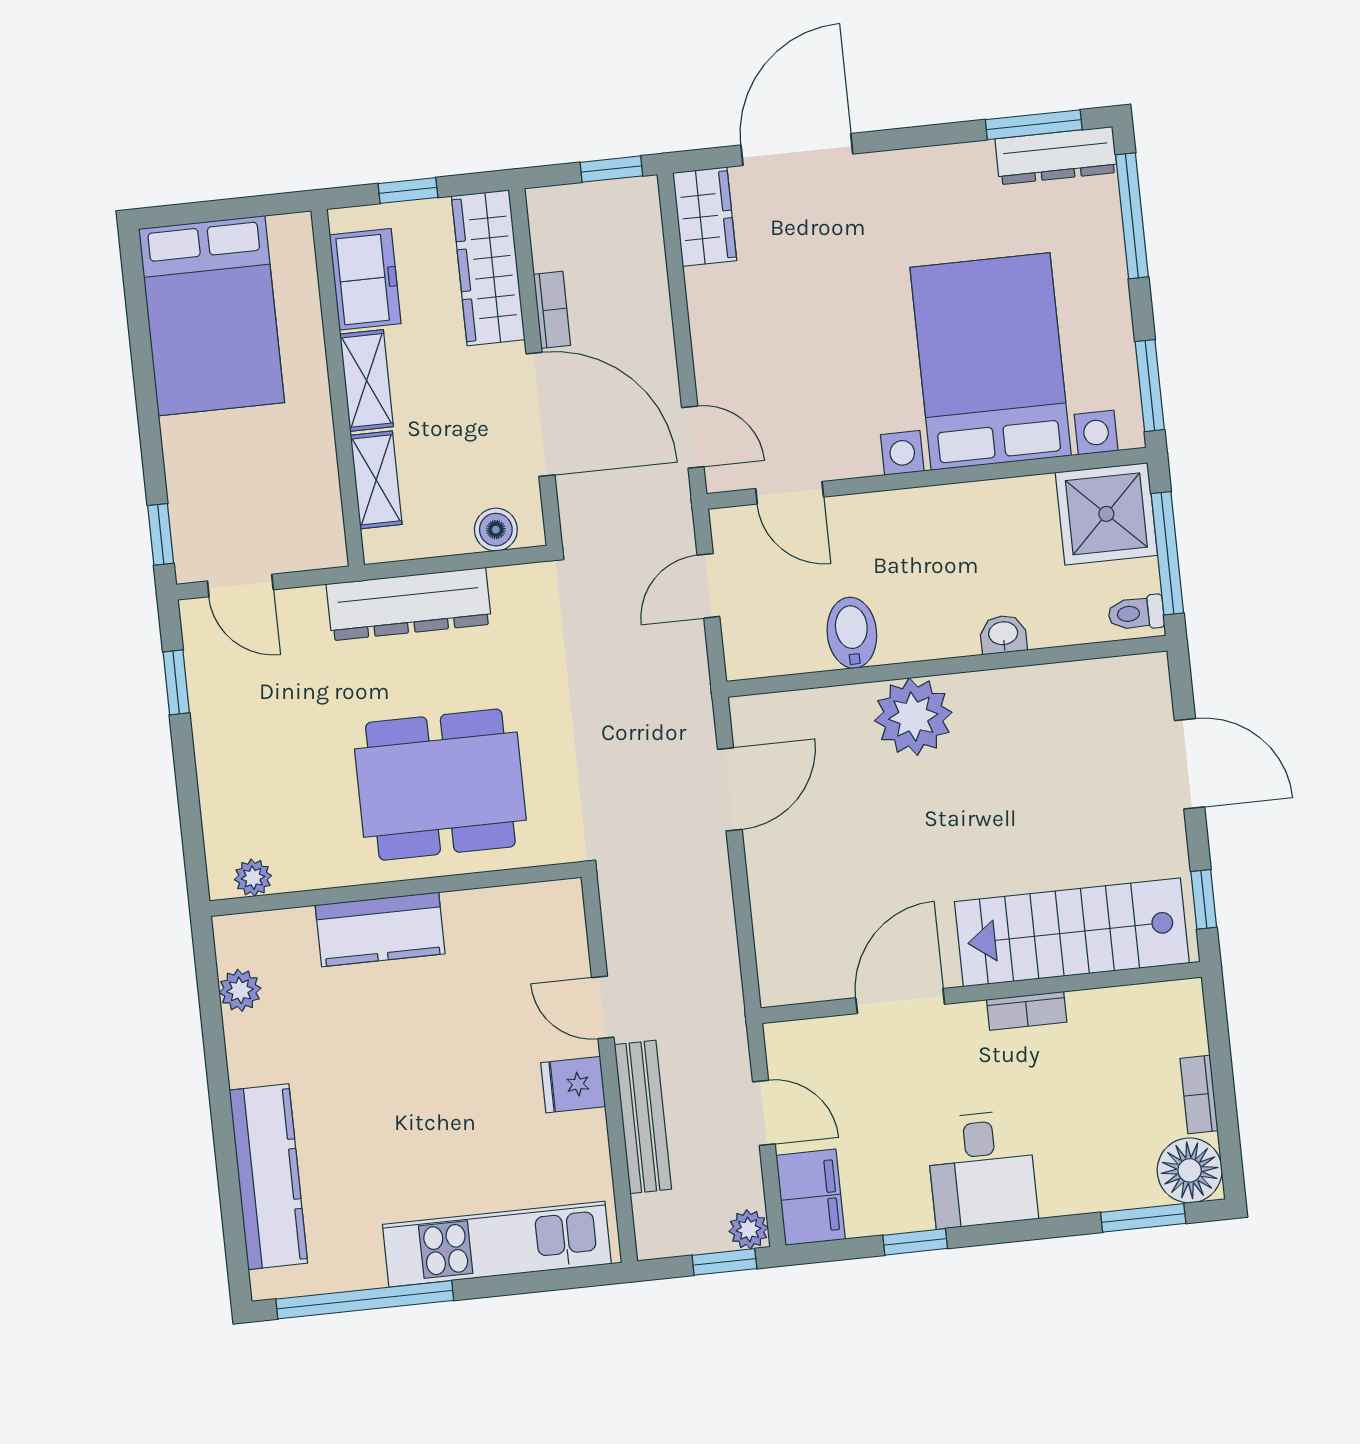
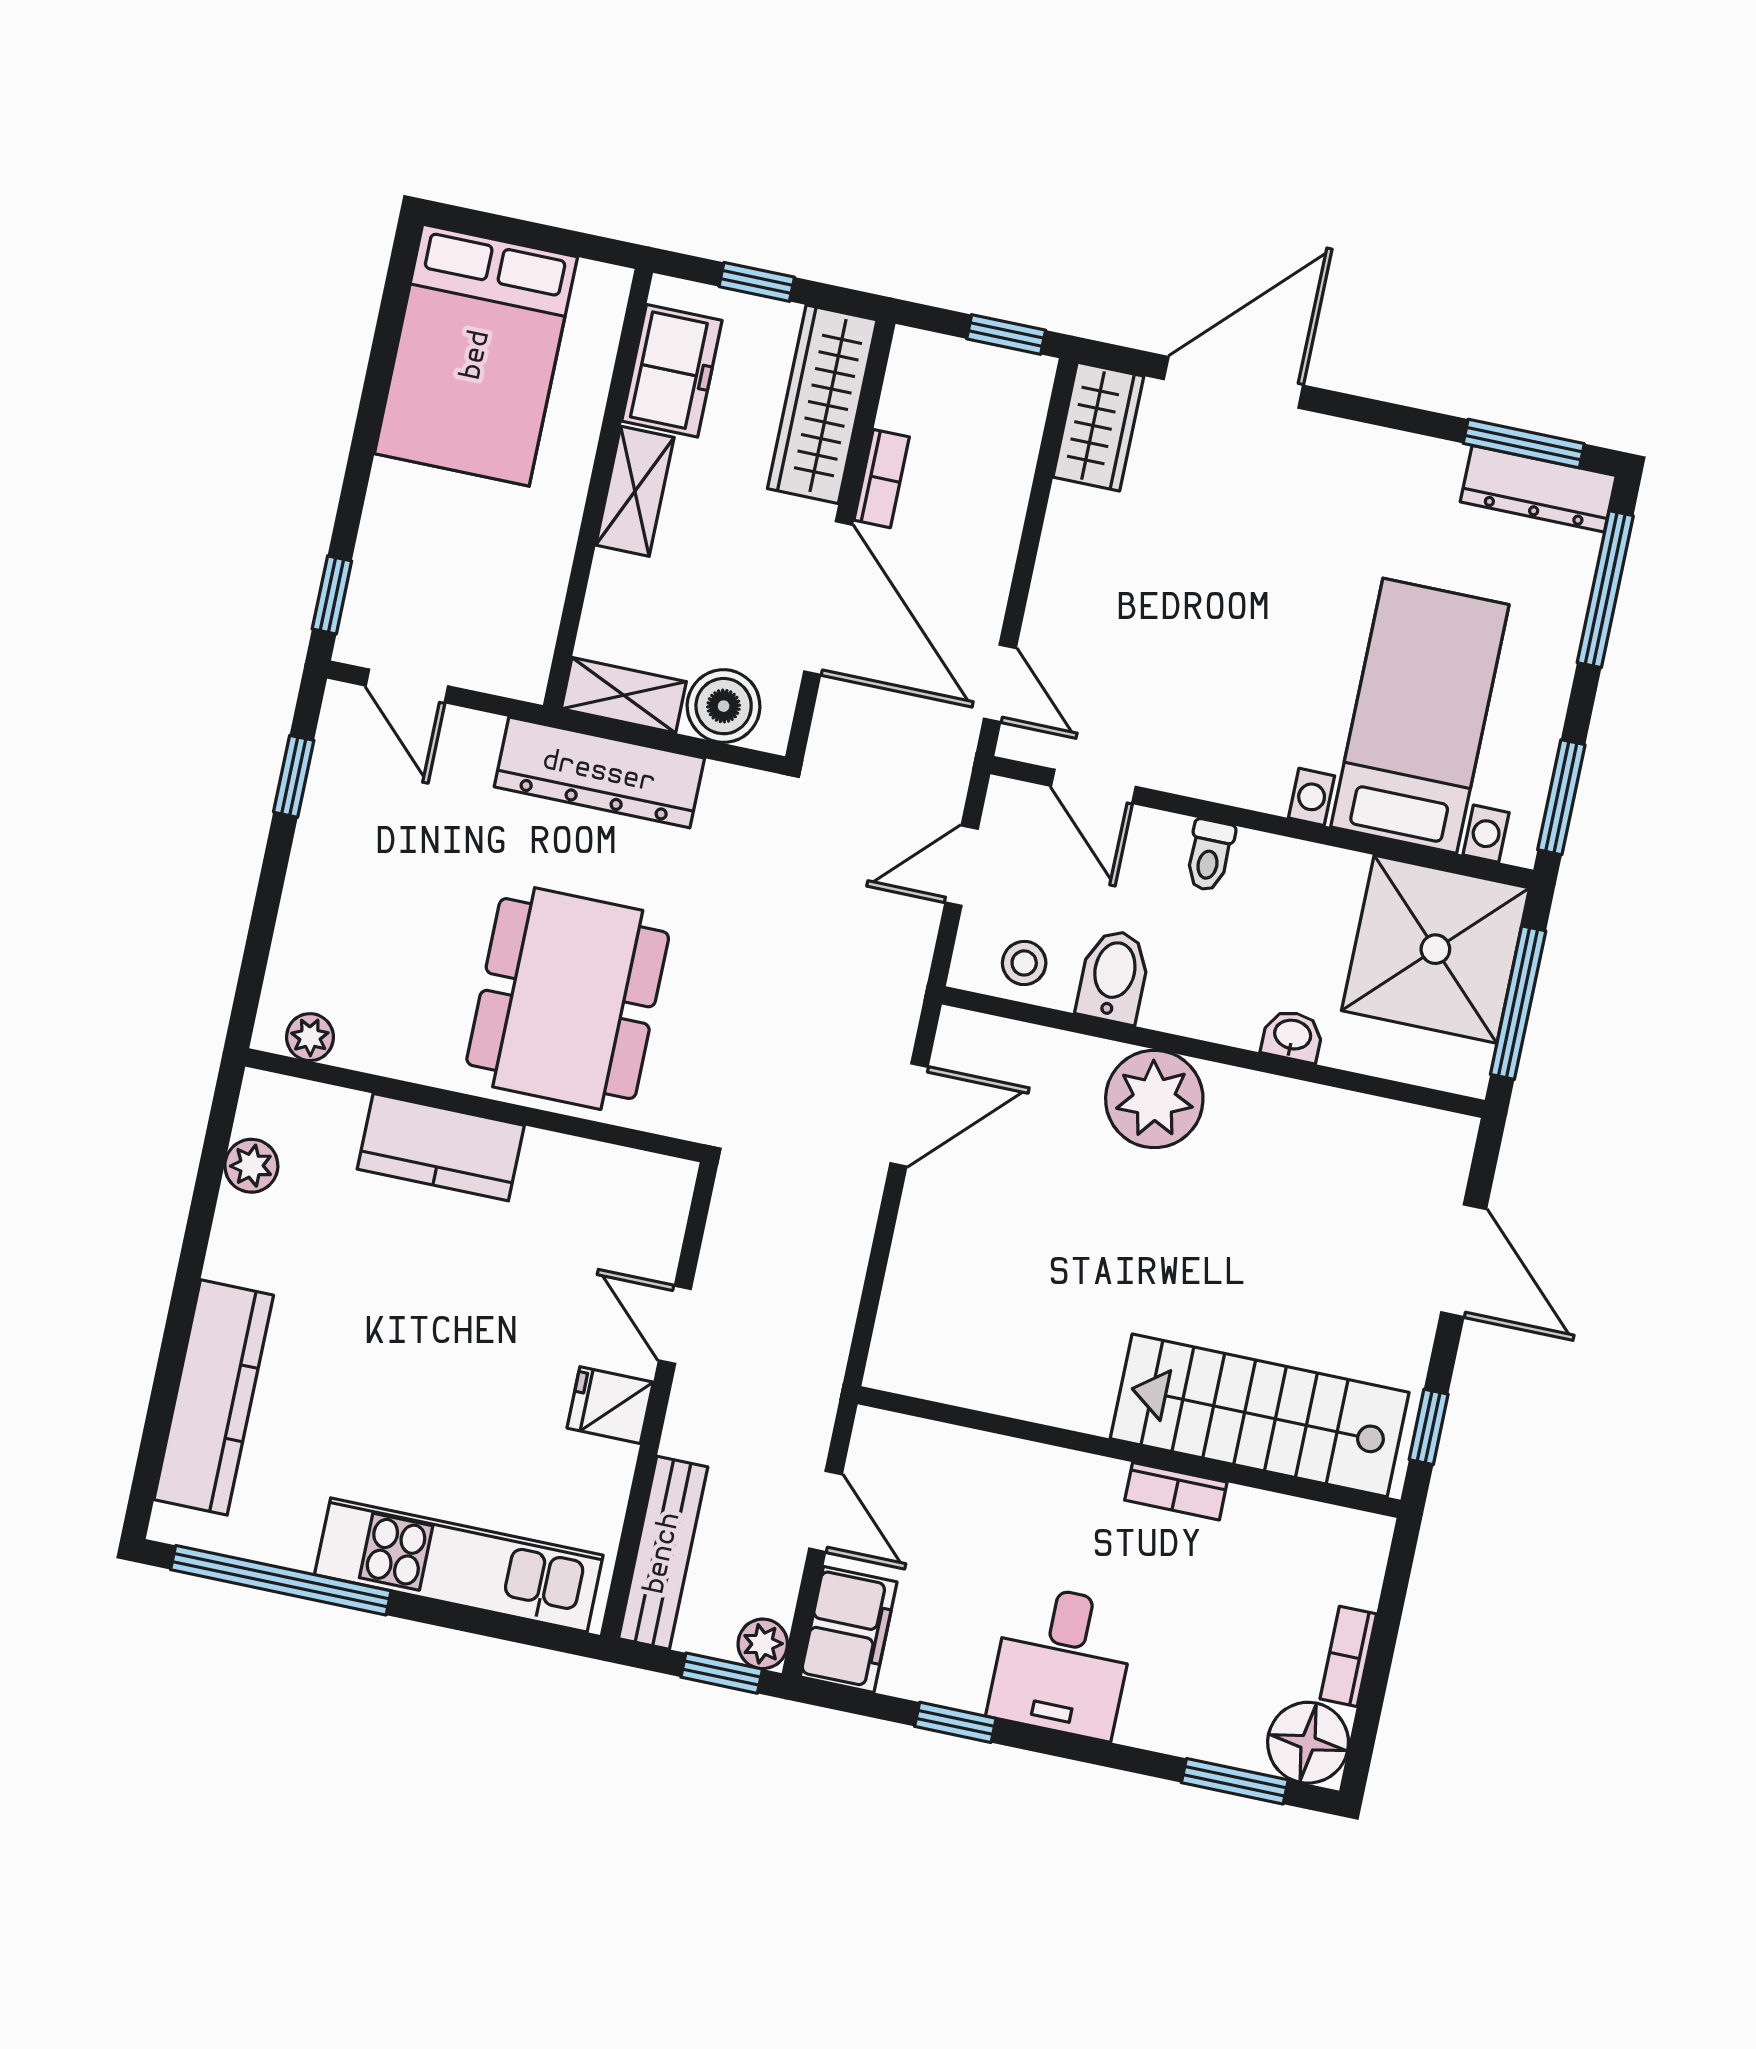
bed with nightstands: (991, 361) -> (1420, 716), width x0.73
shelving: (376, 480) -> (624, 695), moved, turned 90
shower: (1106, 514) -> (1435, 949), width x1.37, depth x1.37
boiler: (496, 530) -> (724, 706), width x1.36, depth x1.36
toilet: (1136, 613) -> (1209, 855), moved, turned -90
stool: (780, 645) -> (1024, 963), added
dining table: (440, 785) -> (568, 999), turned 90
door: (900, 1001) -> (1030, 1431), removed
bench: (643, 1117) -> (663, 1553), moved

